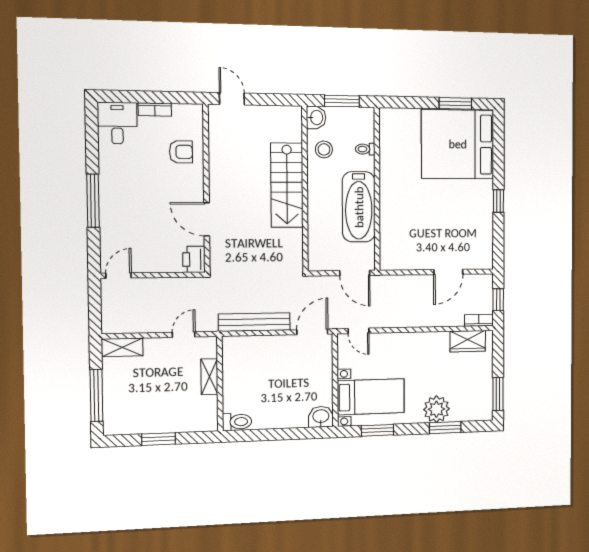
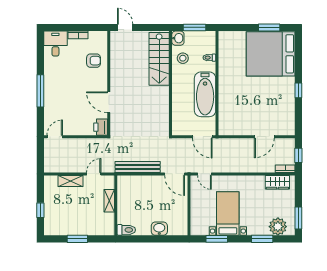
stairs: (287, 185) -> (159, 59), moved
door: (312, 332) -> (175, 174), swing flipped
shelving: (122, 347) -> (71, 181), moved
window: (96, 395) -> (40, 210), width x0.46
bed with nightstands: (371, 397) -> (228, 213), moved, turned -90
plant: (436, 409) -> (278, 227), moved
washbasin: (321, 417) -> (159, 229), moved

